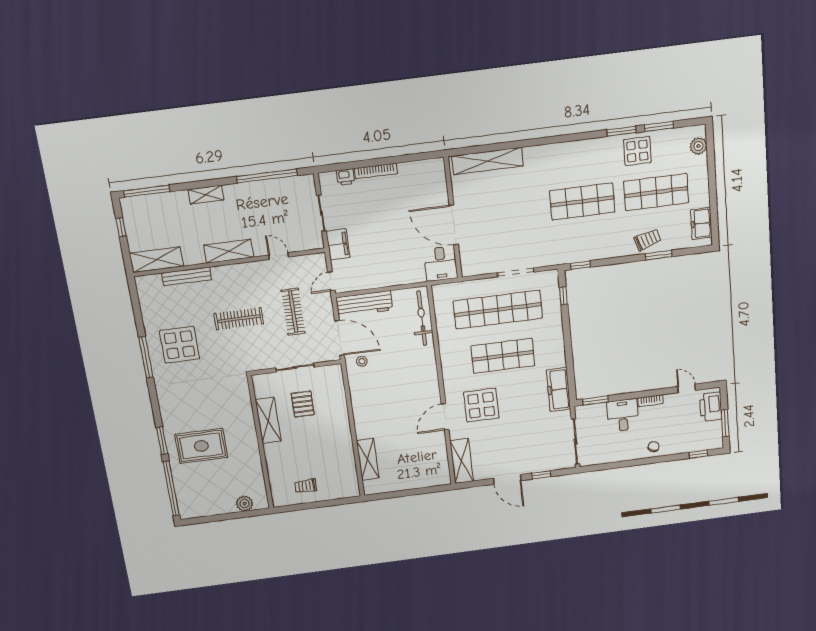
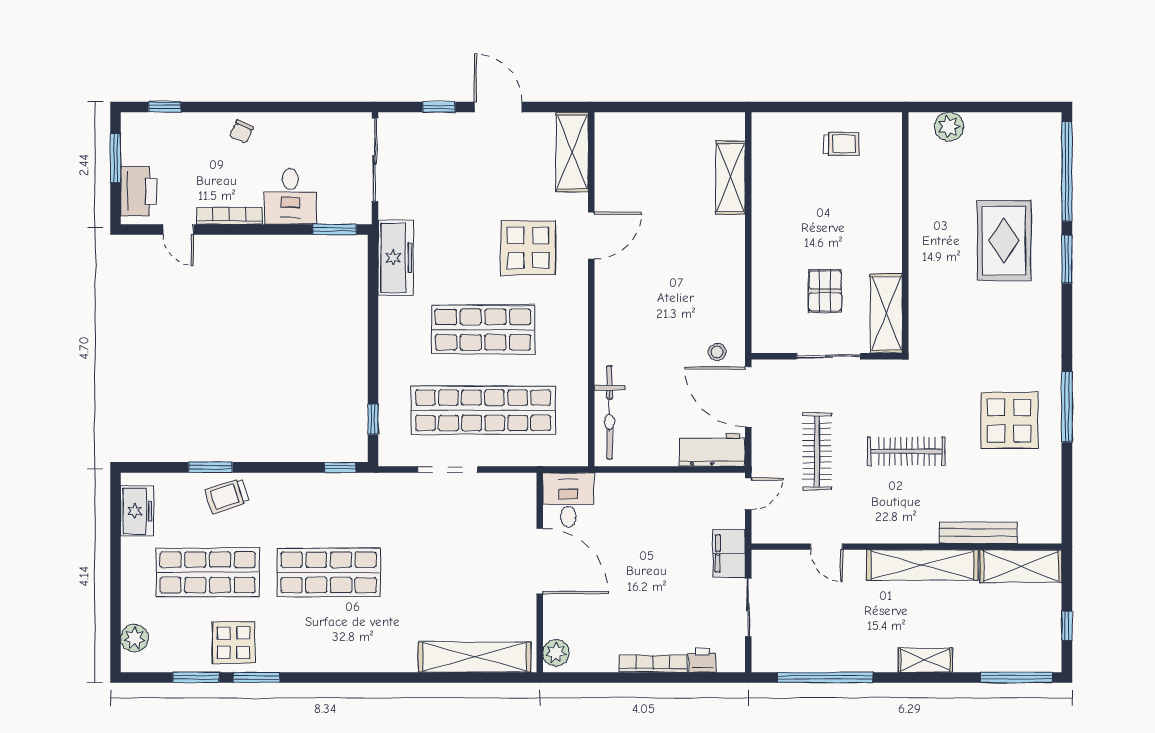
plant: (437, 170) -> (556, 653), added
shelving: (229, 251) -> (922, 565), width x1.47
workbench: (365, 304) -> (712, 450), width x0.73
bookcase: (650, 401) -> (229, 216), width x1.56
shelving: (268, 420) -> (886, 313), moved
rug: (201, 446) -> (1004, 241), turned 90

